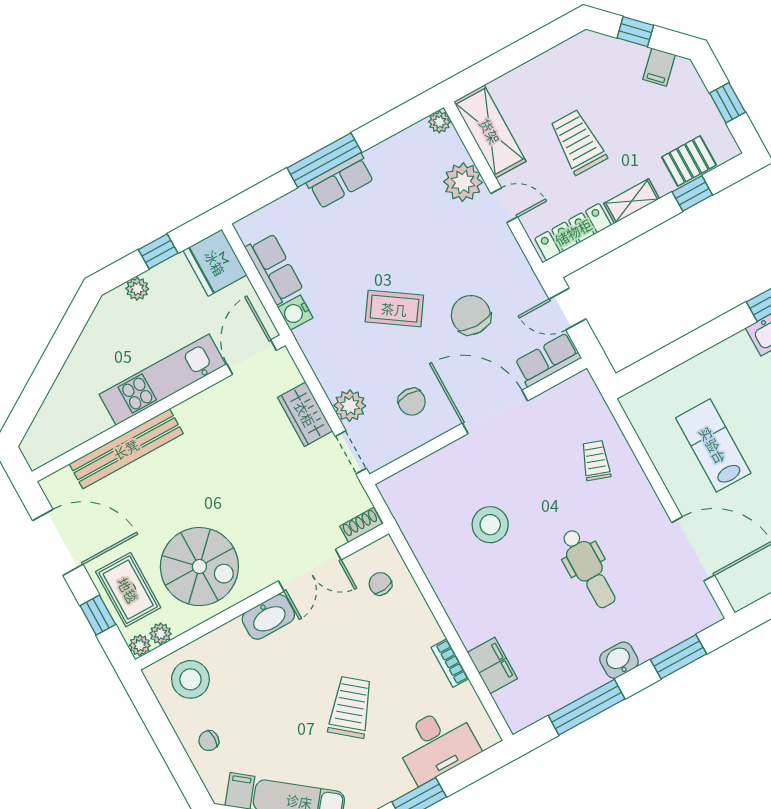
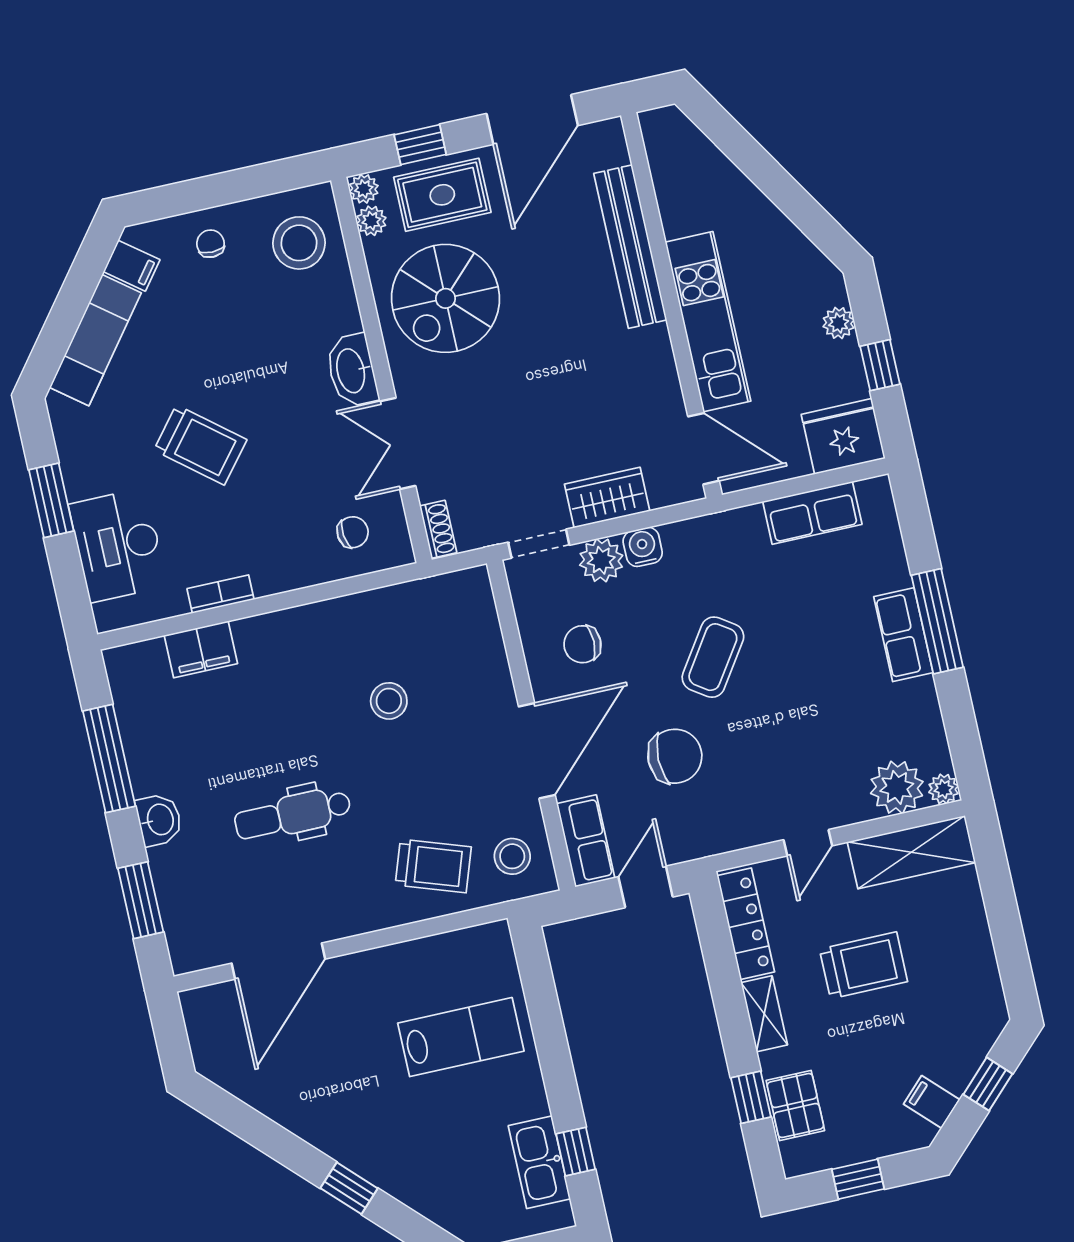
plant: (463, 182) -> (897, 787), moved
water cooler: (295, 313) -> (643, 547), moved
stool: (573, 408) -> (512, 856), added
lab bench: (713, 445) -> (461, 1037), moved
trolley: (596, 461) -> (433, 866), width x1.36, depth x1.39
stool: (490, 525) -> (389, 701), width x0.73, depth x0.73

